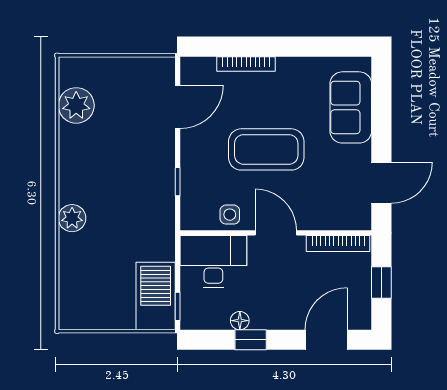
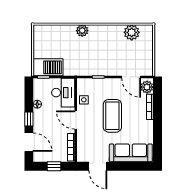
plant: (201, 71) -> (147, 87), added
sofa: (351, 107) -> (131, 153), width x1.36
door: (276, 233) -> (76, 120), swing flipped
window: (251, 340) -> (29, 119), moved

